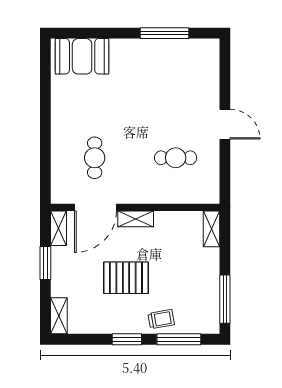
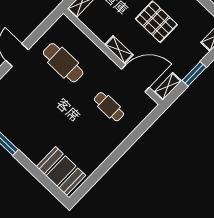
cafe table: (95, 158) -> (109, 107), turned 90
cafe table: (176, 158) -> (63, 63), width x1.37, depth x1.35

